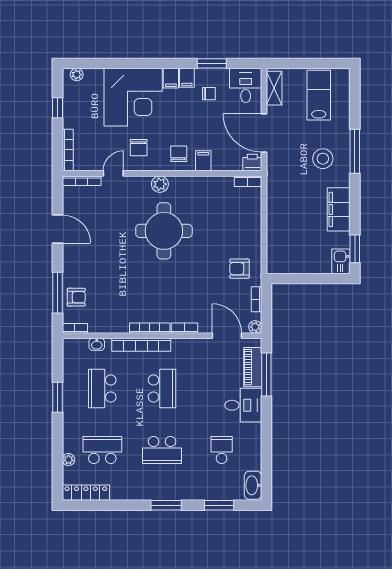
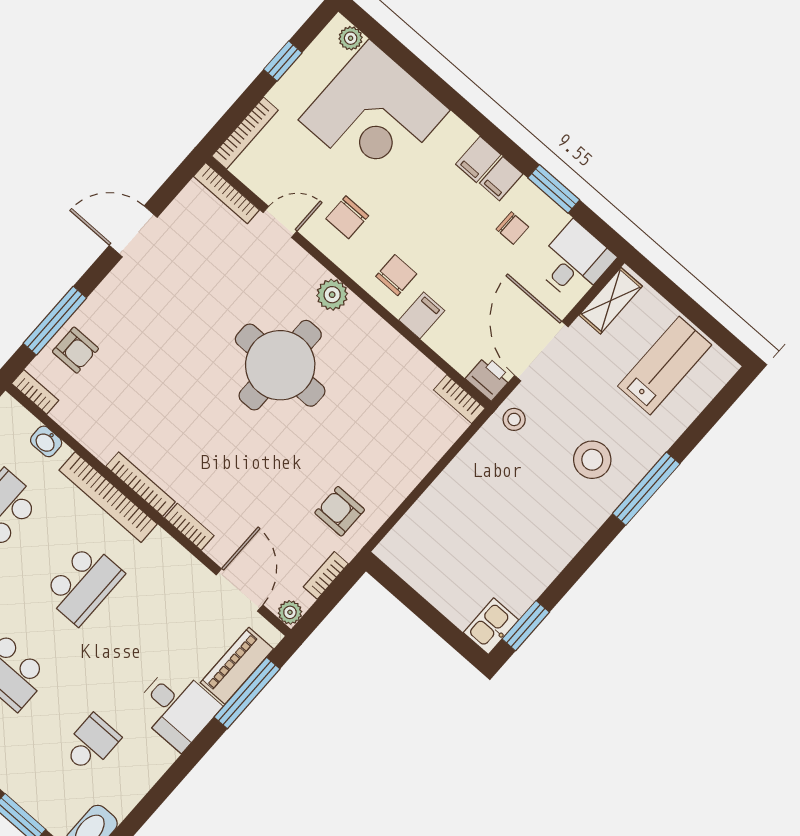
corner desk: (133, 97) -> (374, 115), moved
stool: (277, 170) -> (514, 419), added
filing cabinet: (339, 209) -> (552, 550), removed
door: (58, 229) -> (133, 231), swing flipped

